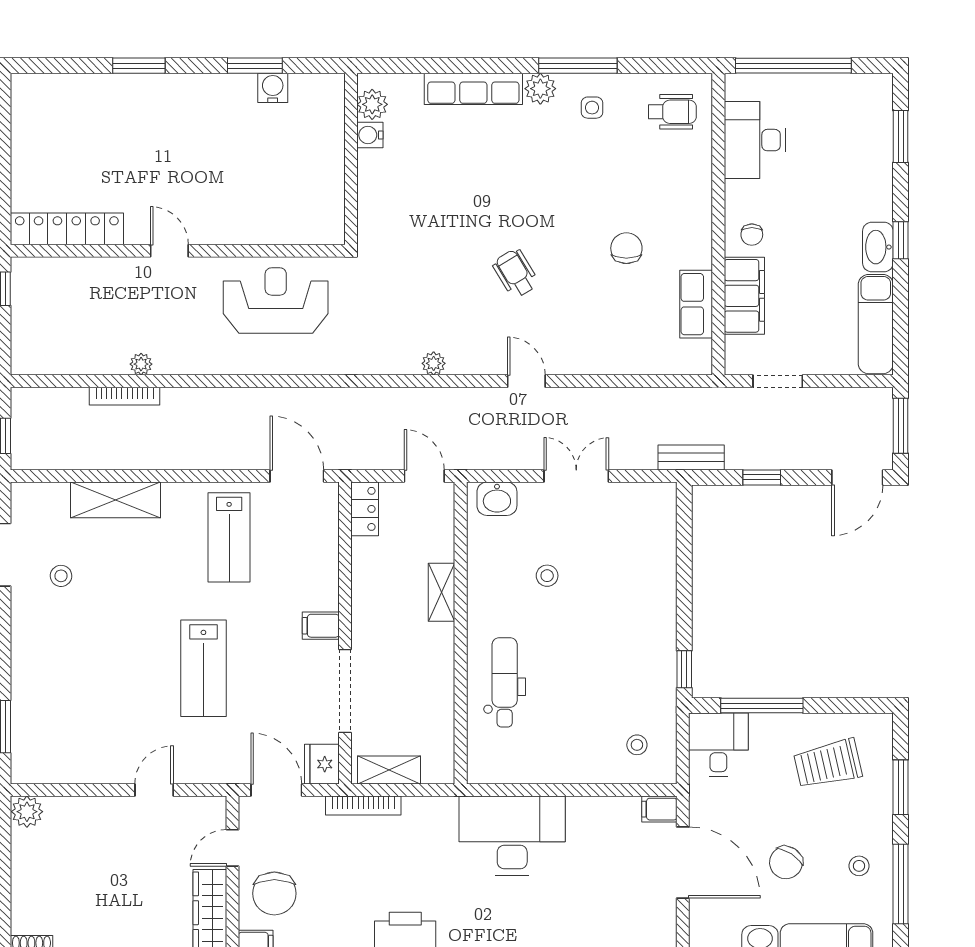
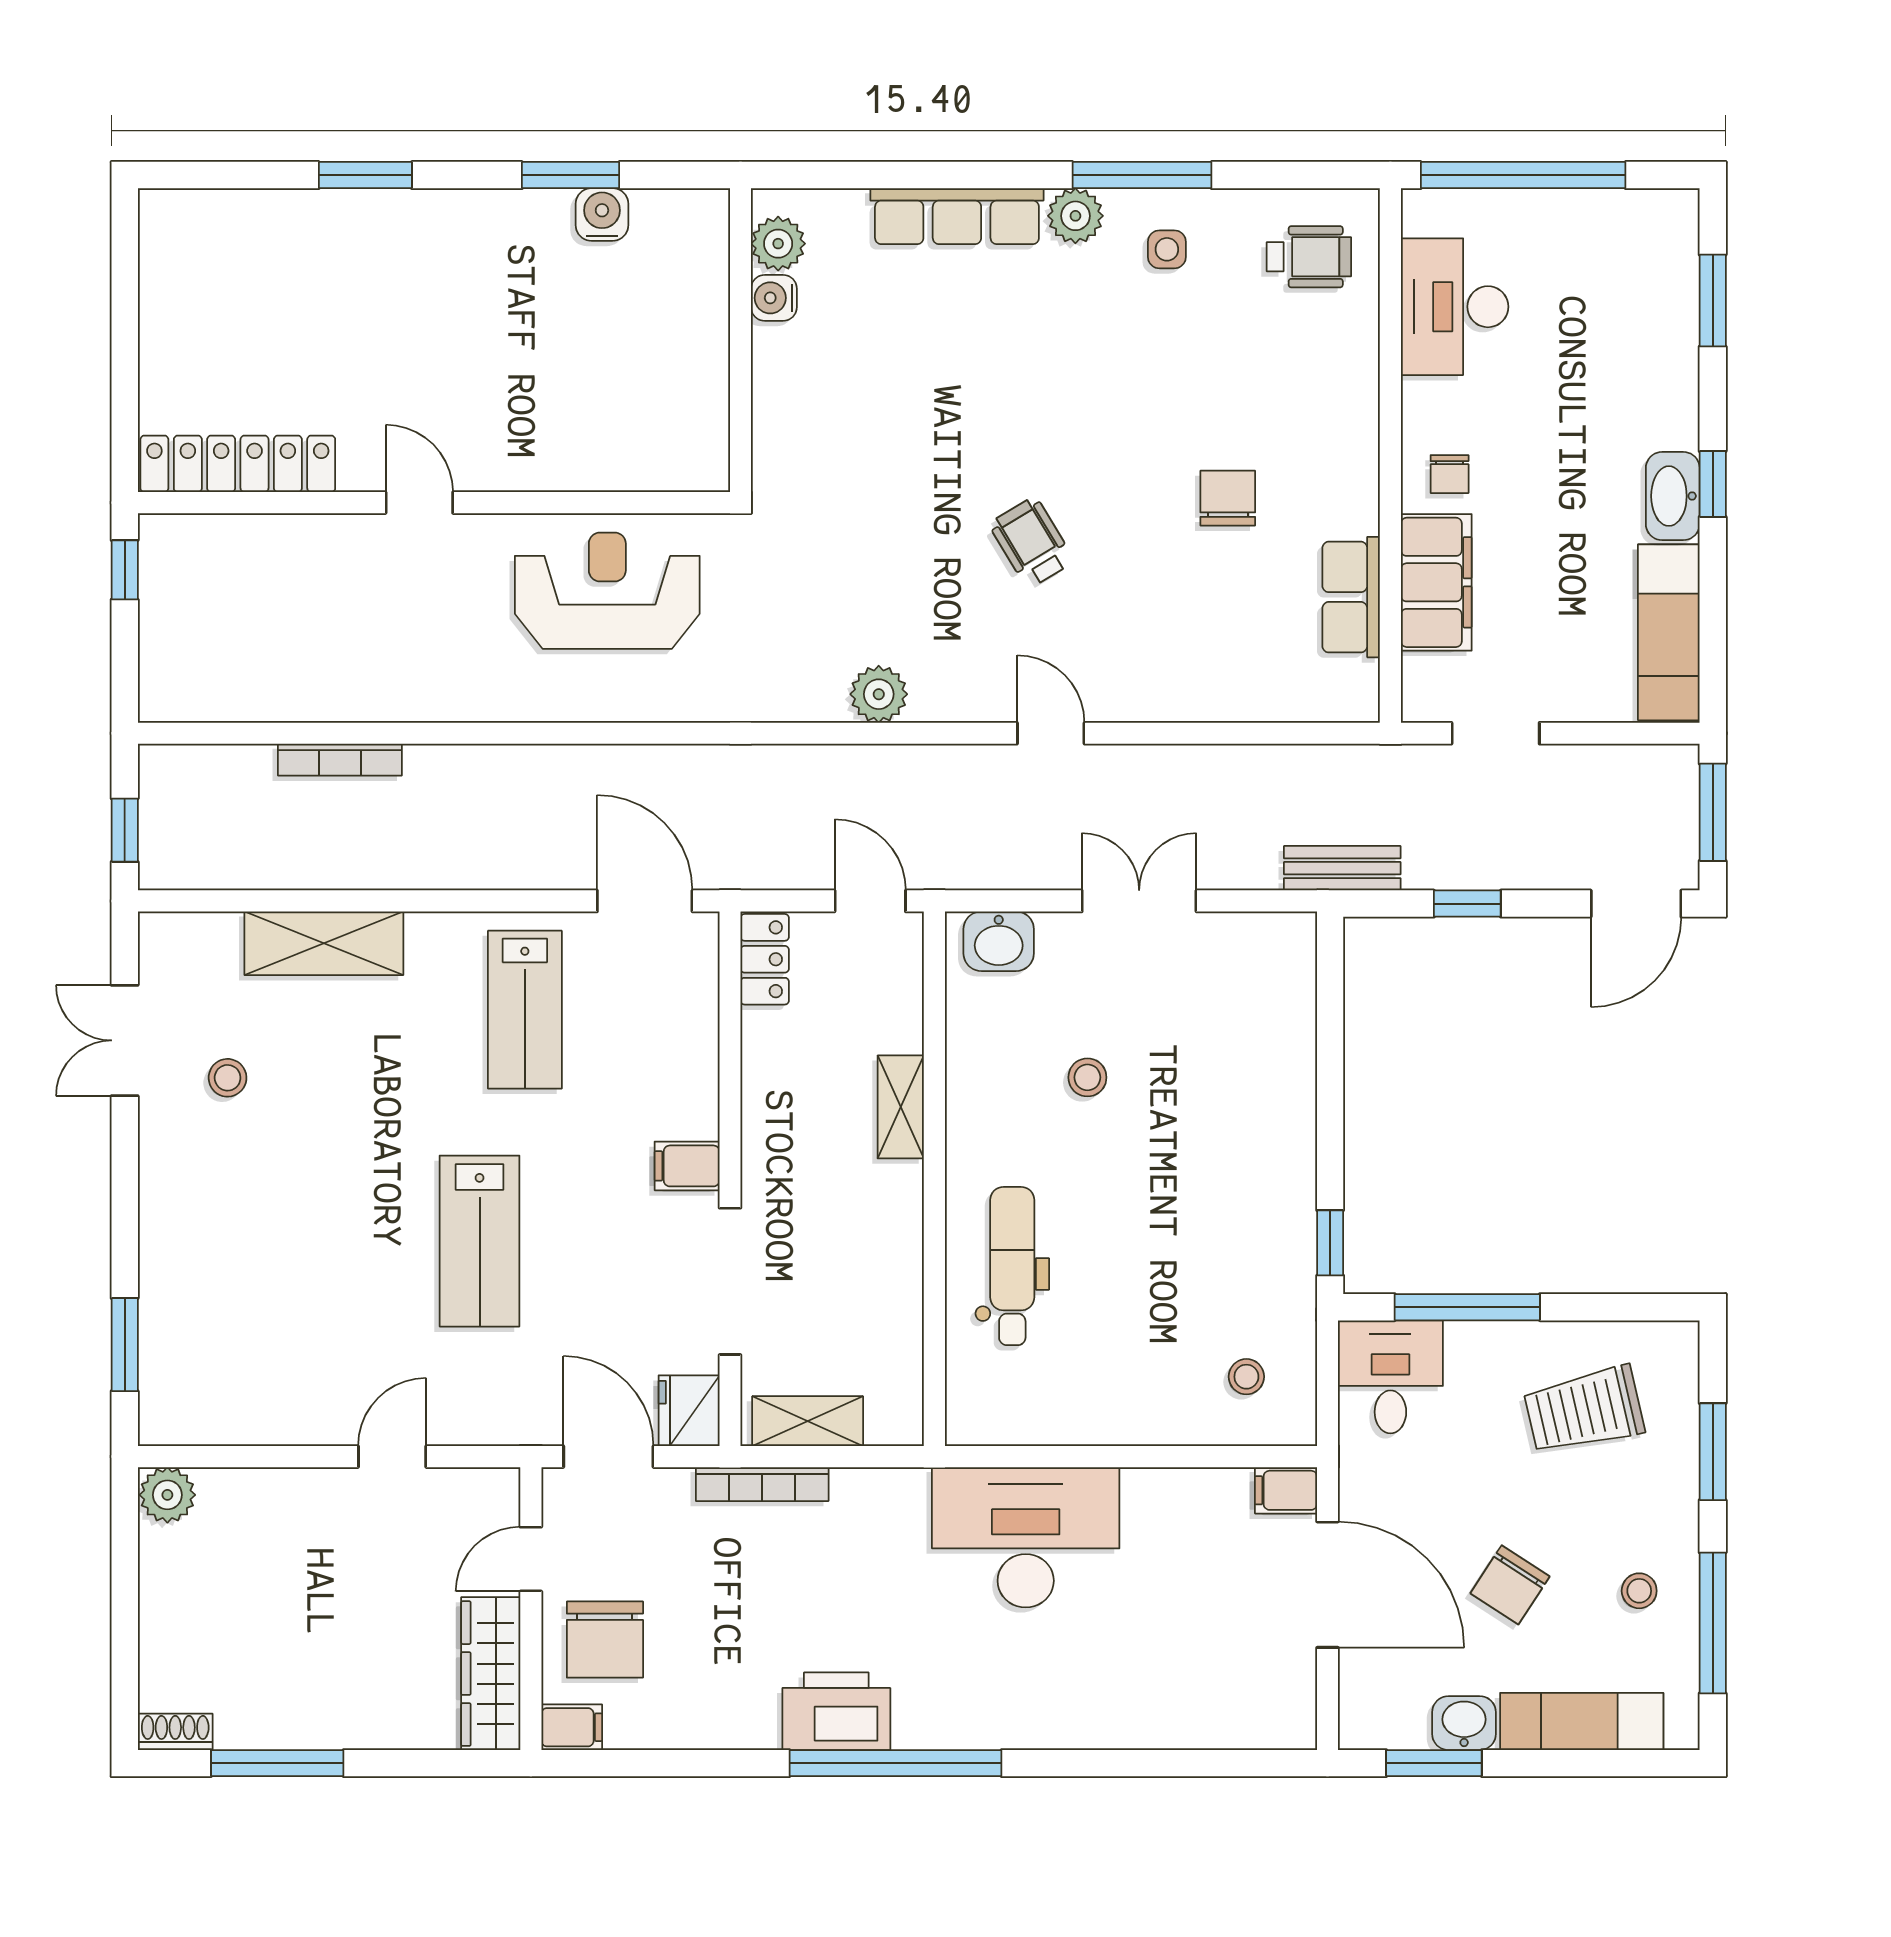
plant: (434, 363) -> (879, 694), width x1.38, depth x1.38
plant: (141, 364) -> (369, 703), removed

